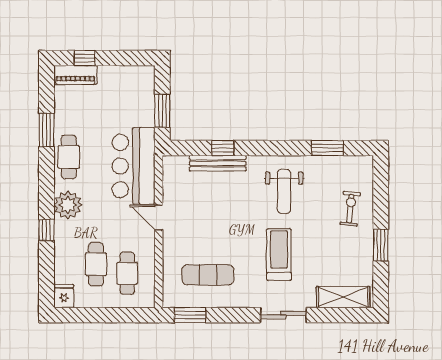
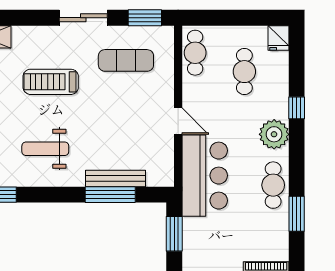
window: (223, 148) -> (110, 195), width x2.17
weight bench: (284, 191) -> (45, 149), turned -90
treadmill: (279, 255) -> (51, 82), turned 90
cafe table: (127, 273) -> (195, 53), moved
sliding door: (283, 315) -> (83, 18), moved

